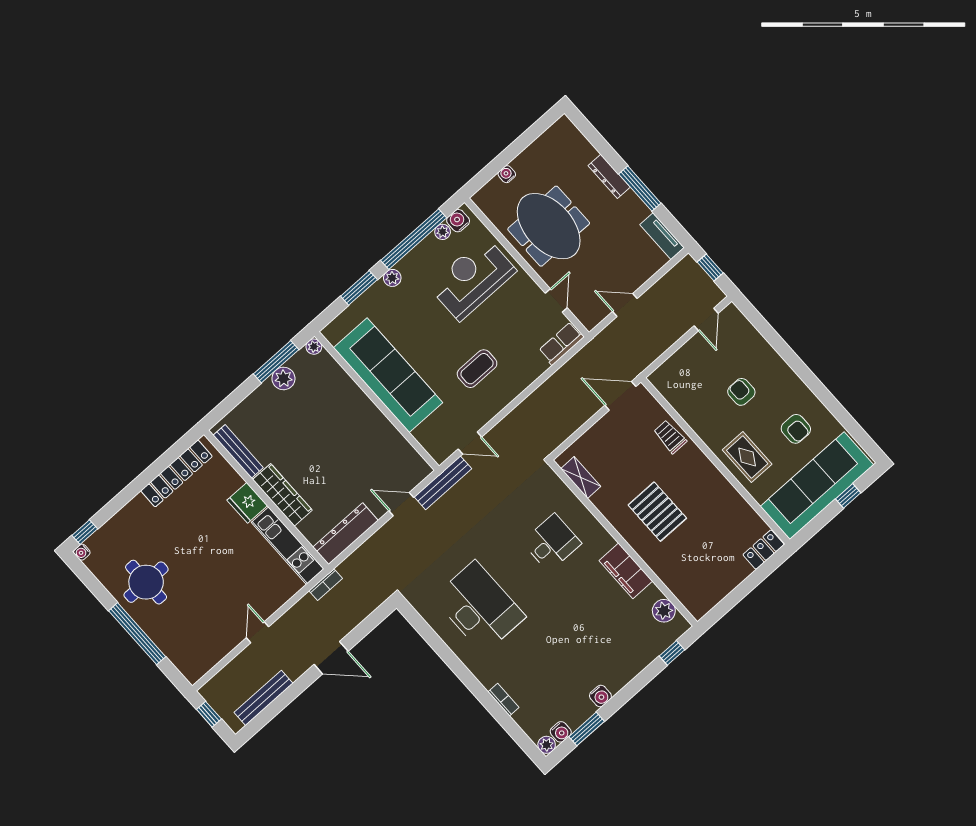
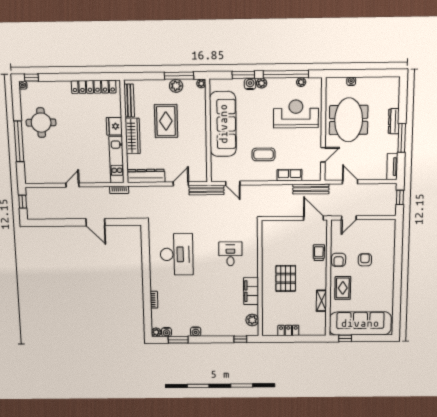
water cooler: (458, 221) -> (250, 84), moved
door: (706, 320) -> (349, 218), moved
row of seats: (561, 344) -> (289, 175), moved
armchair: (796, 429) -> (339, 260), moved
rug: (310, 436) -> (166, 121), added
shelving: (581, 478) -> (321, 301), moved
window: (848, 496) -> (345, 338), moved
door: (401, 504) -> (181, 184), hinge flipped
desk: (552, 543) -> (230, 254), turned -90
locker: (763, 550) -> (288, 330), moved
bench: (263, 698) -> (311, 189), moved

